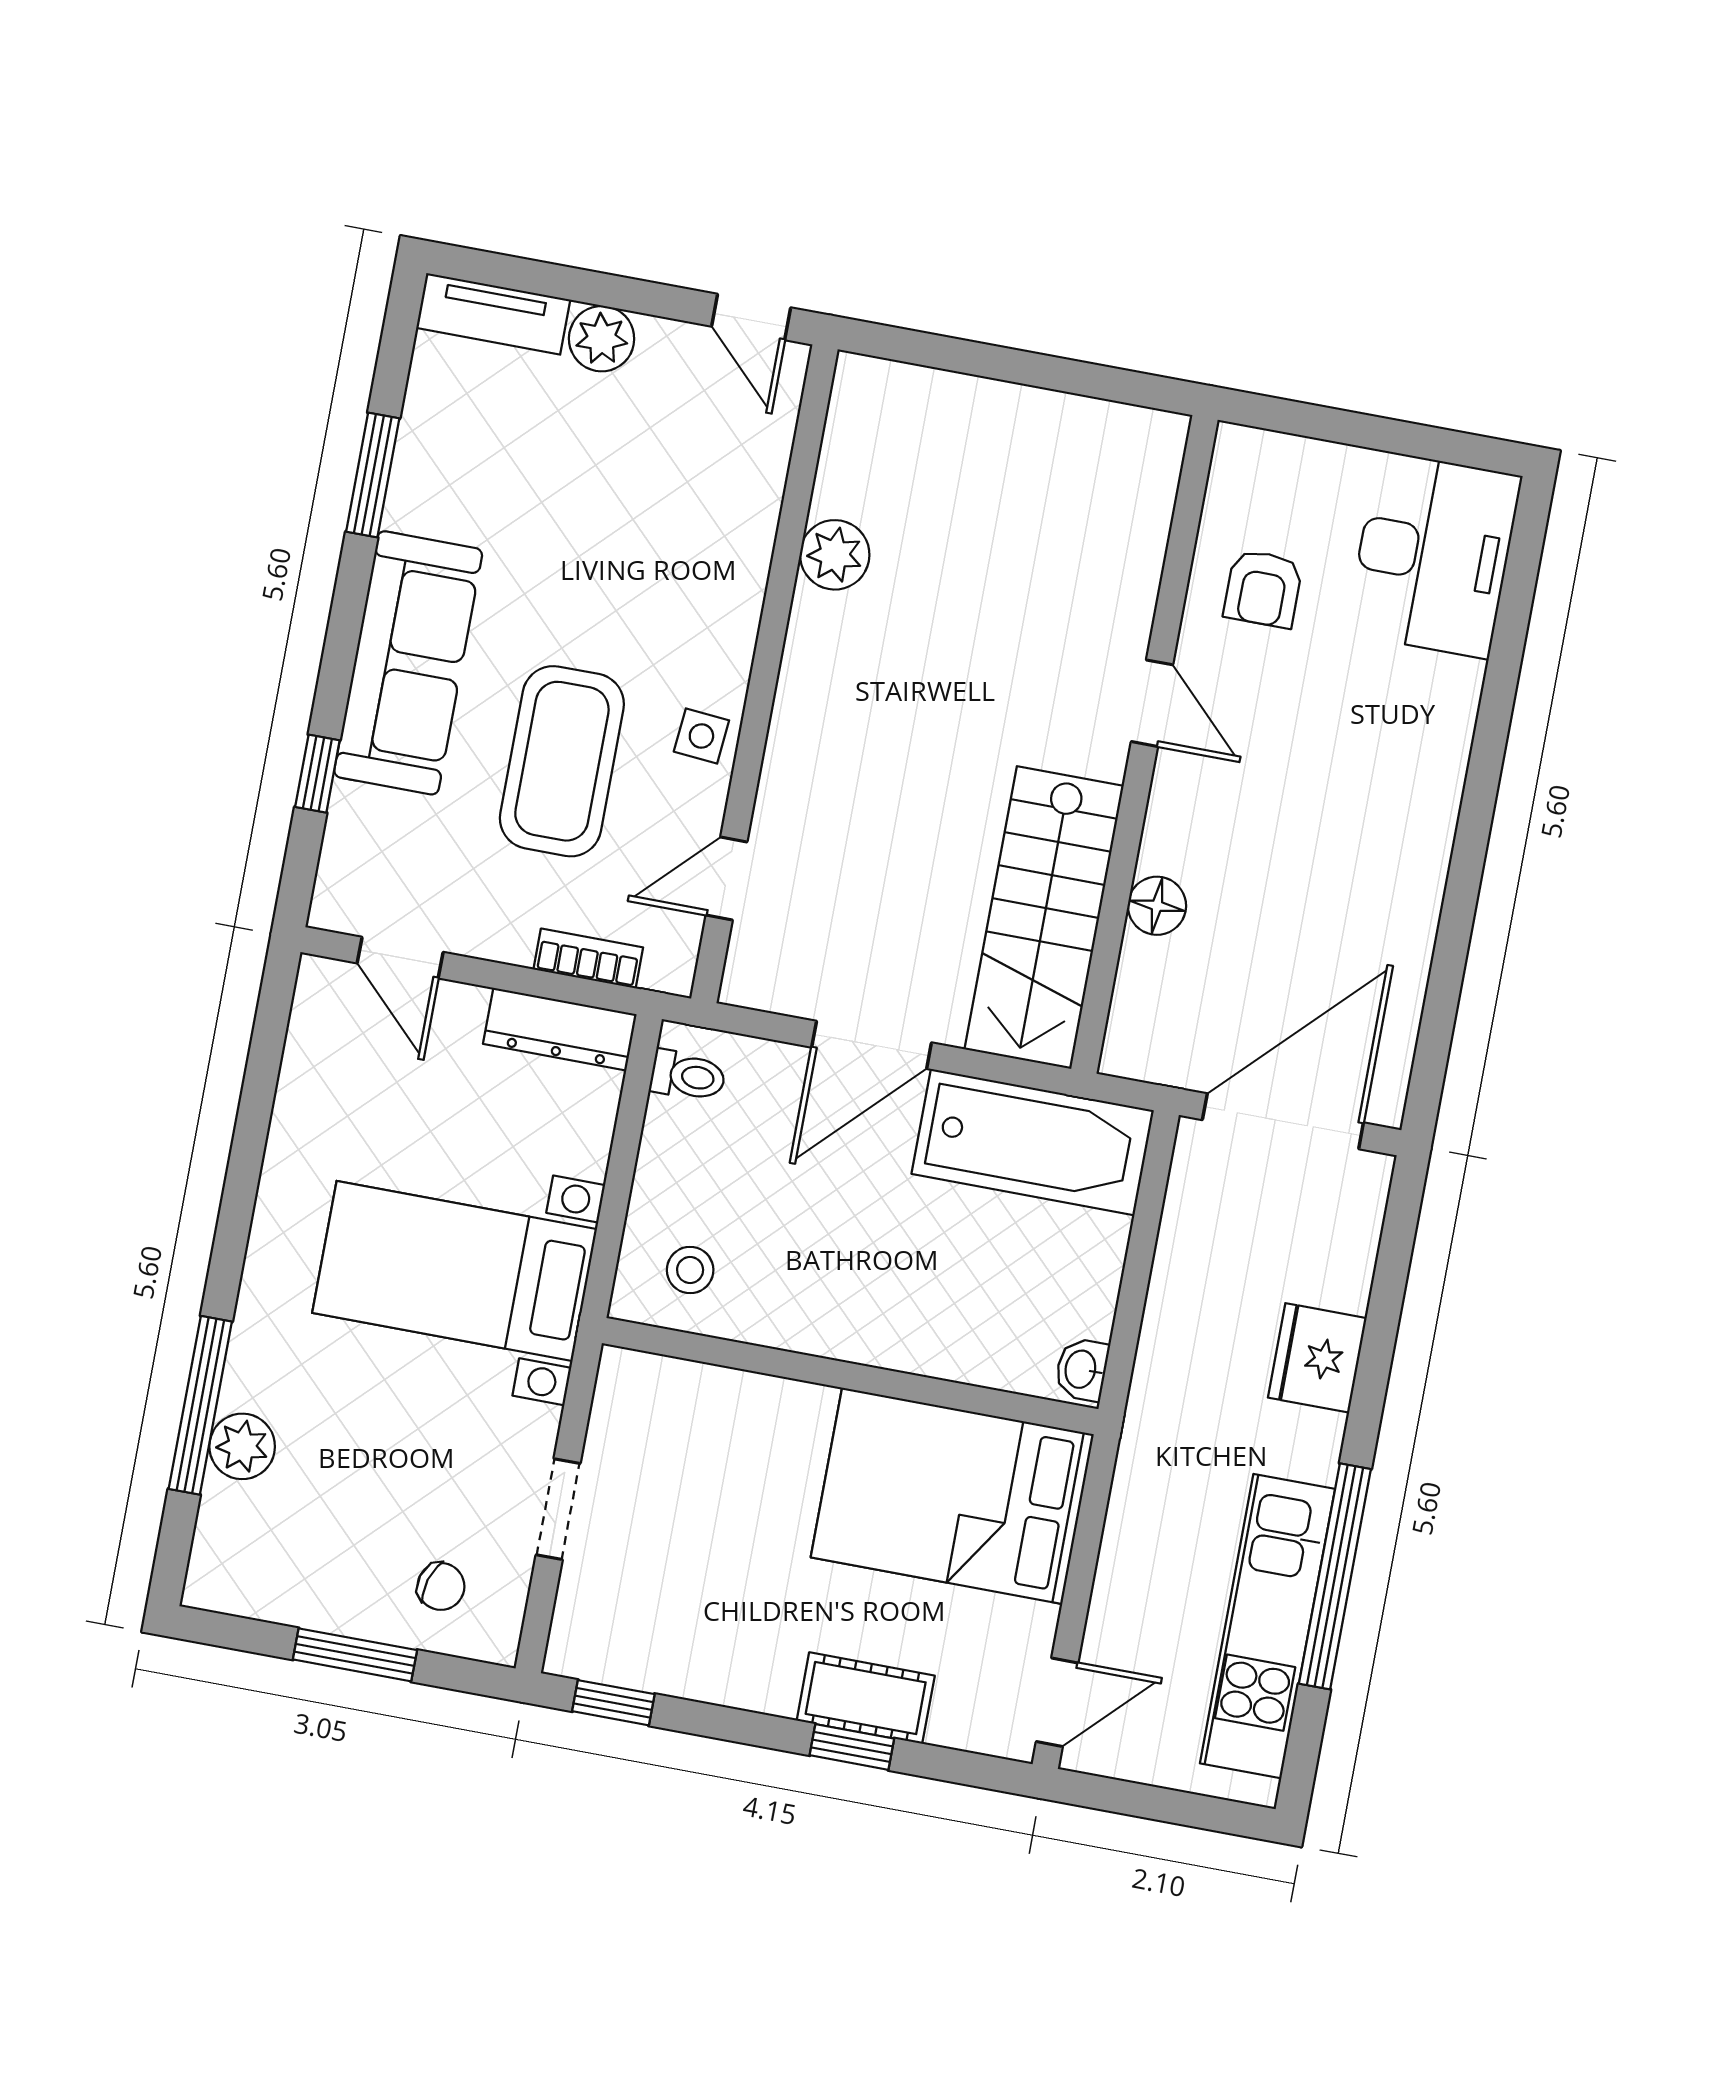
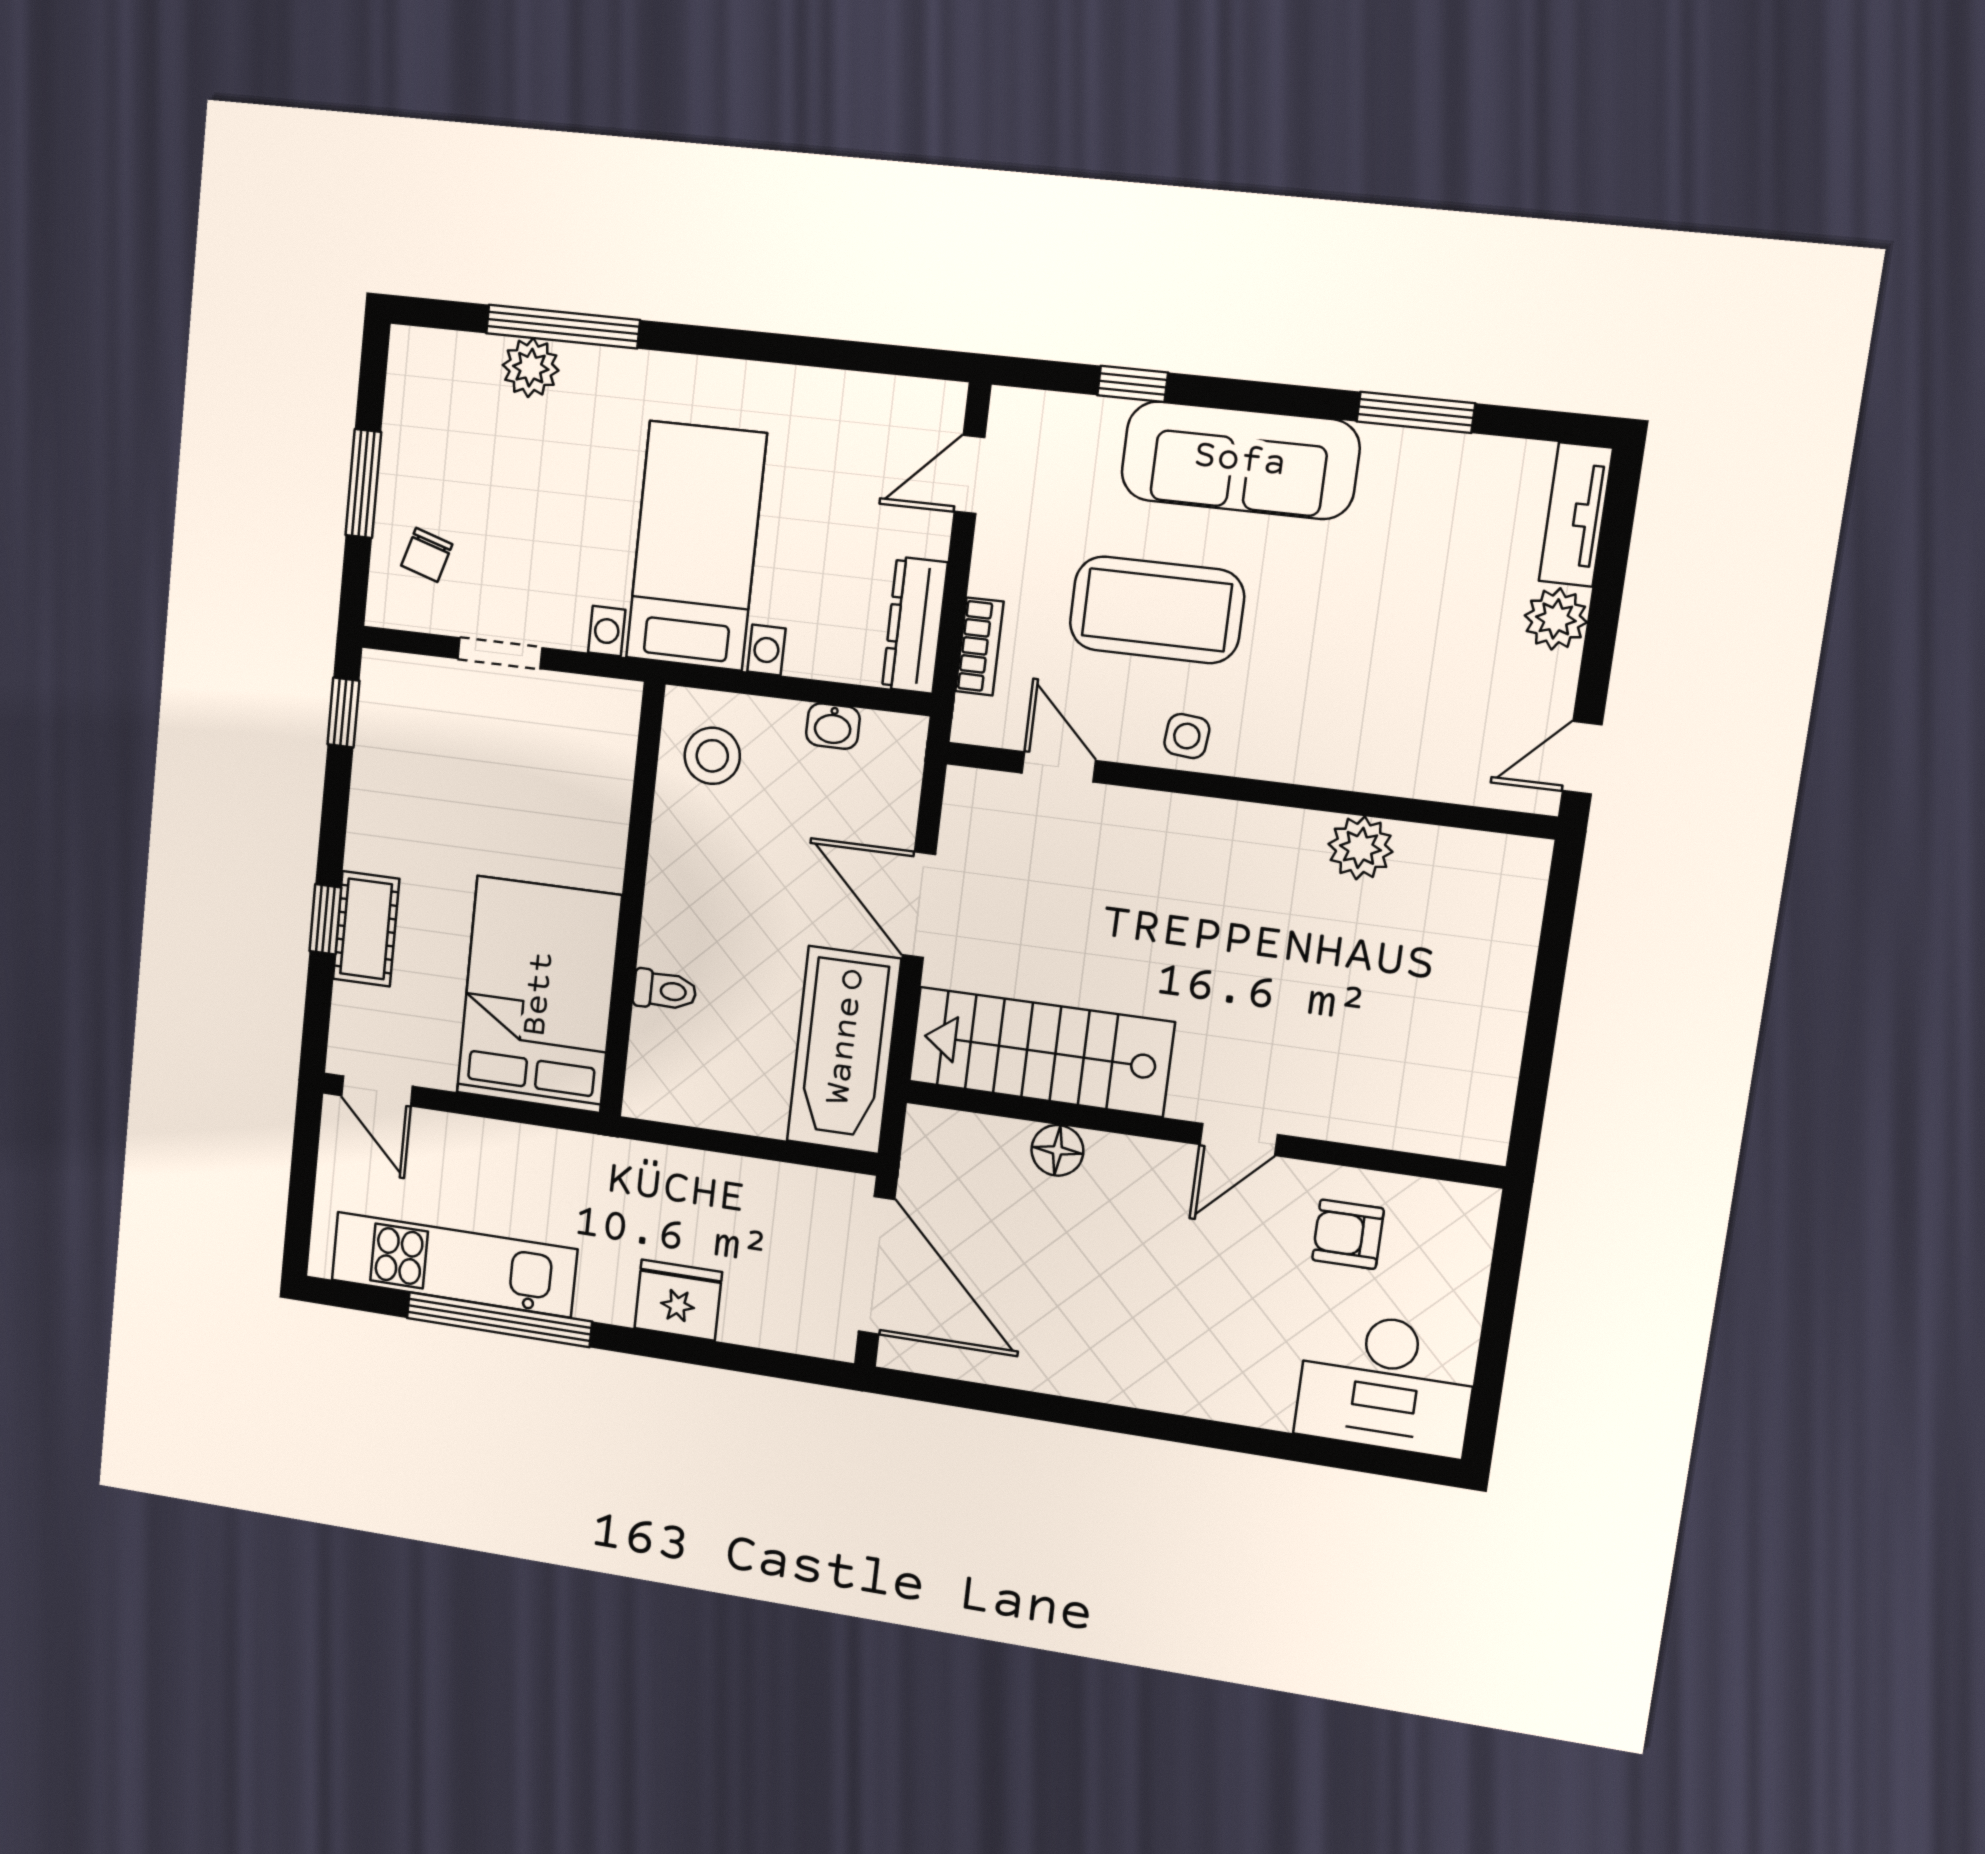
toilet: (688, 1076) -> (665, 990), moved, turned -90
stool: (690, 1270) -> (712, 756), width x1.37, depth x1.37
washbasin: (1082, 1369) -> (833, 726), moved, turned 180

